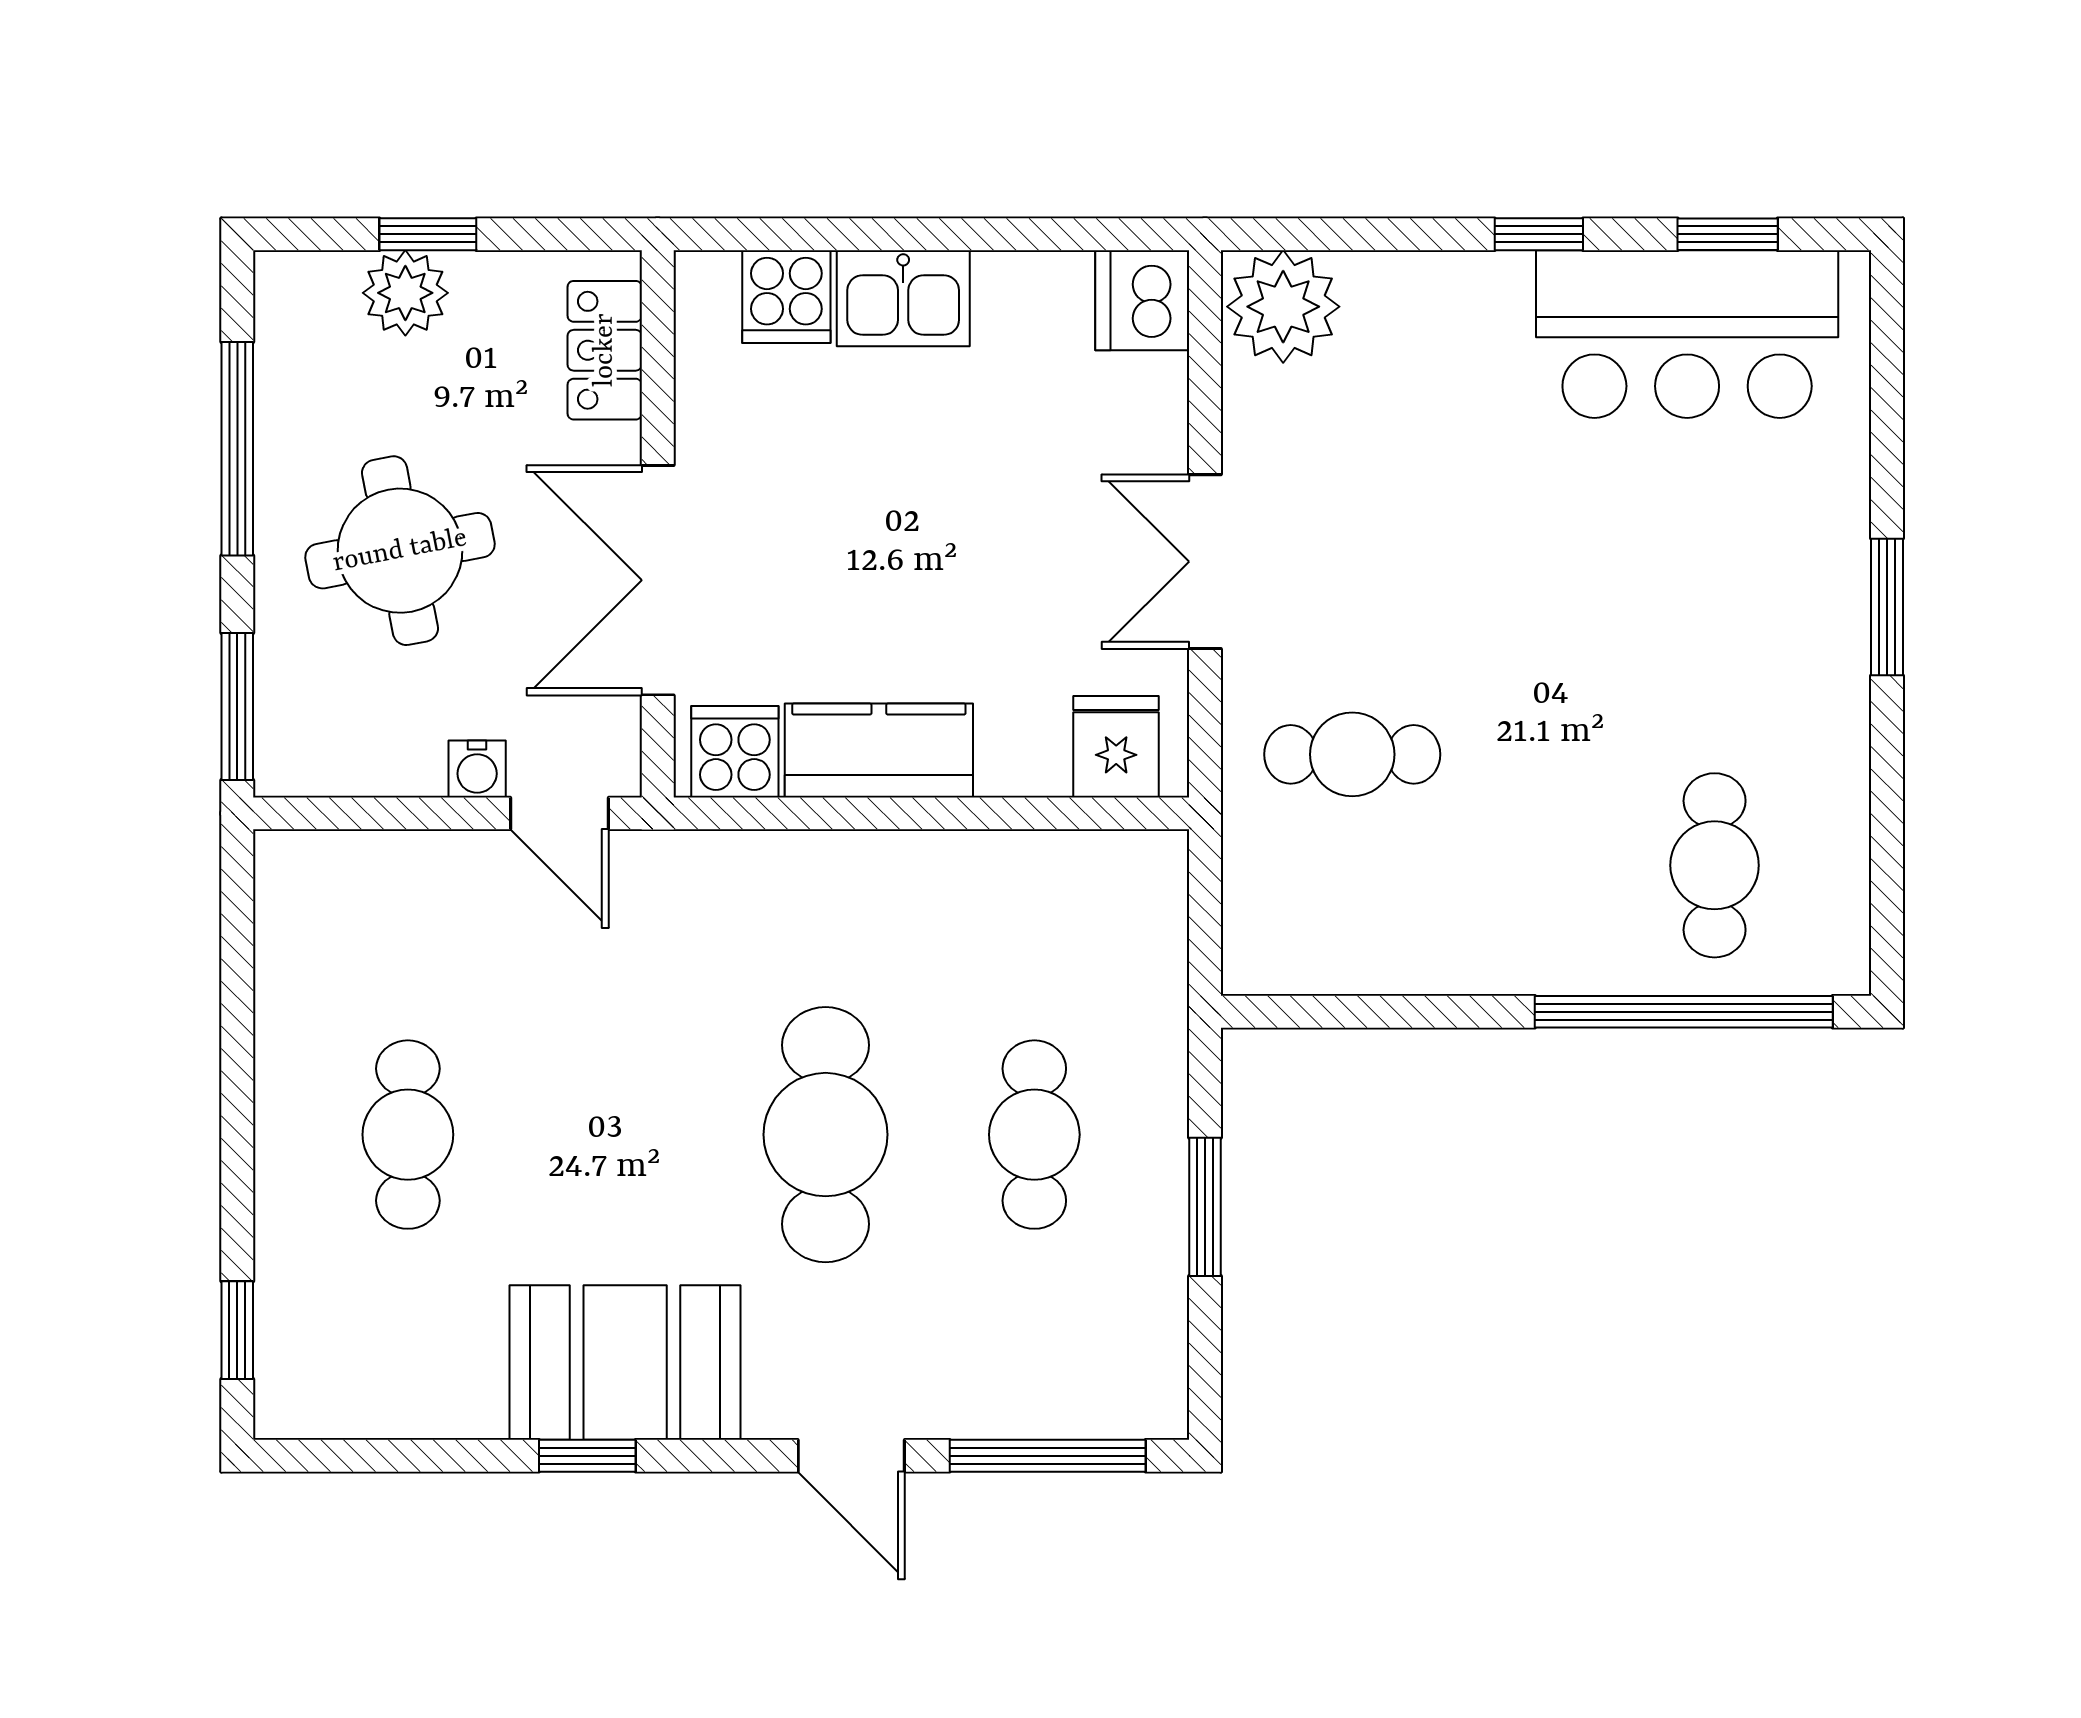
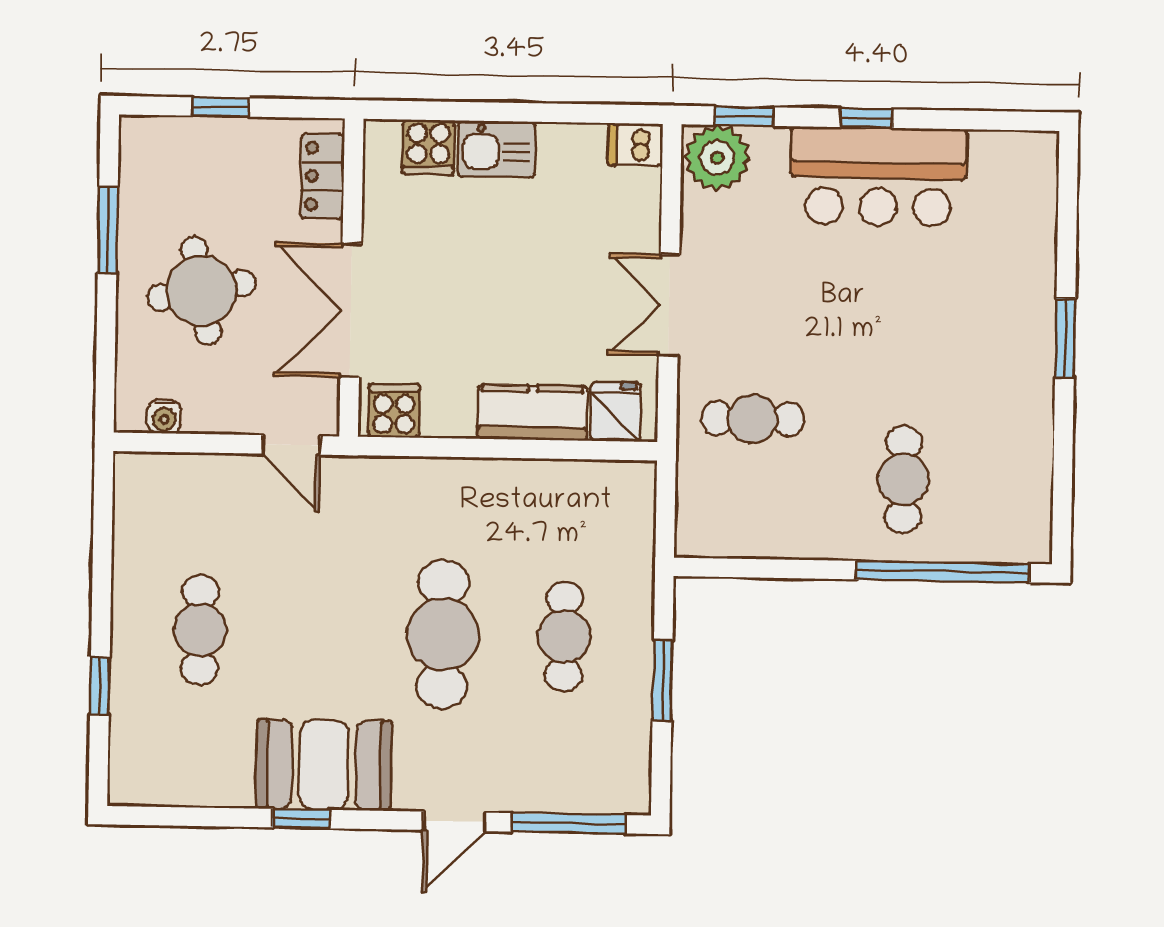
window: (1728, 234) -> (744, 116), moved
plant: (405, 293) -> (207, 141), removed
dishwasher: (1142, 300) -> (635, 145), width x0.73
bar counter: (1687, 334) -> (878, 176), moved
window: (237, 449) -> (108, 230), width x0.69
window: (237, 706) -> (105, 379), removed
kitchen counter: (879, 750) -> (532, 413), moved
water cooler: (477, 769) -> (164, 417), moved
cafe table: (1715, 865) -> (903, 479), moved
window: (237, 1330) -> (100, 686), moved
door: (851, 1456) -> (454, 821), hinge flipped

